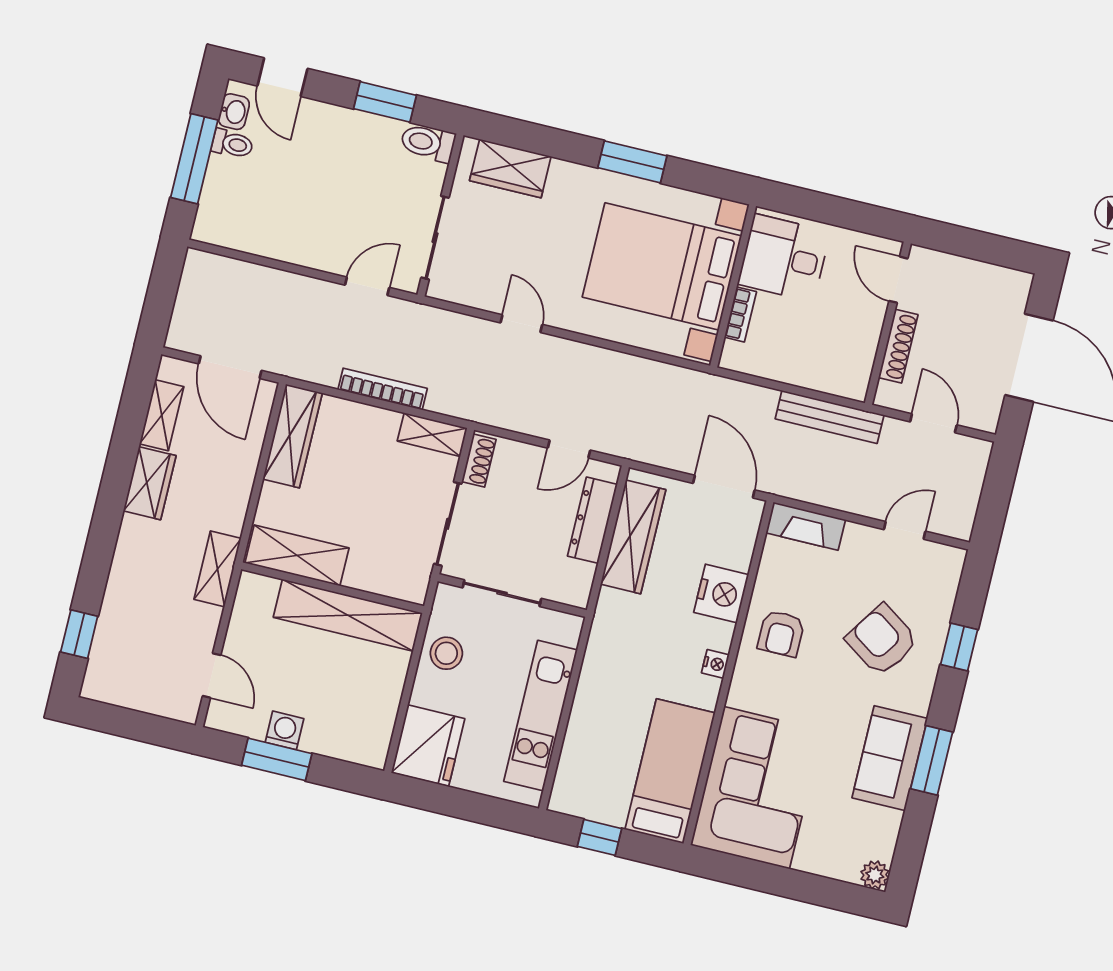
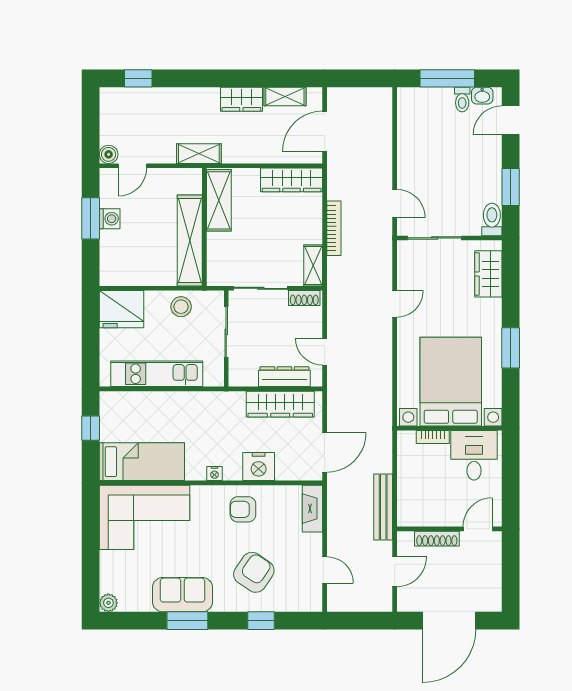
boiler: (185, 708) -> (109, 154), added

